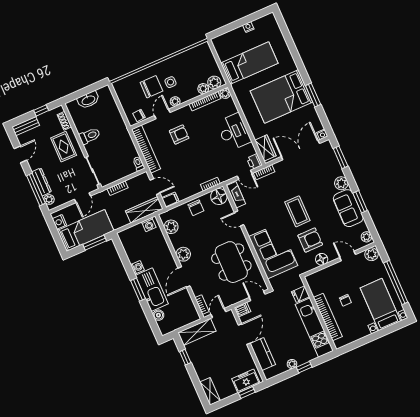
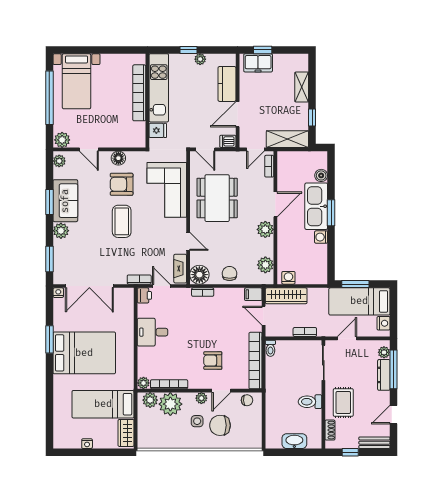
plant: (203, 89) -> (170, 404), width x1.87, depth x1.87
desk: (234, 132) -> (153, 332), width x0.73
wardrobe: (265, 148) -> (126, 433), moved
chair: (345, 300) -> (112, 103), removed
shelving: (210, 391) -> (302, 87), moved

